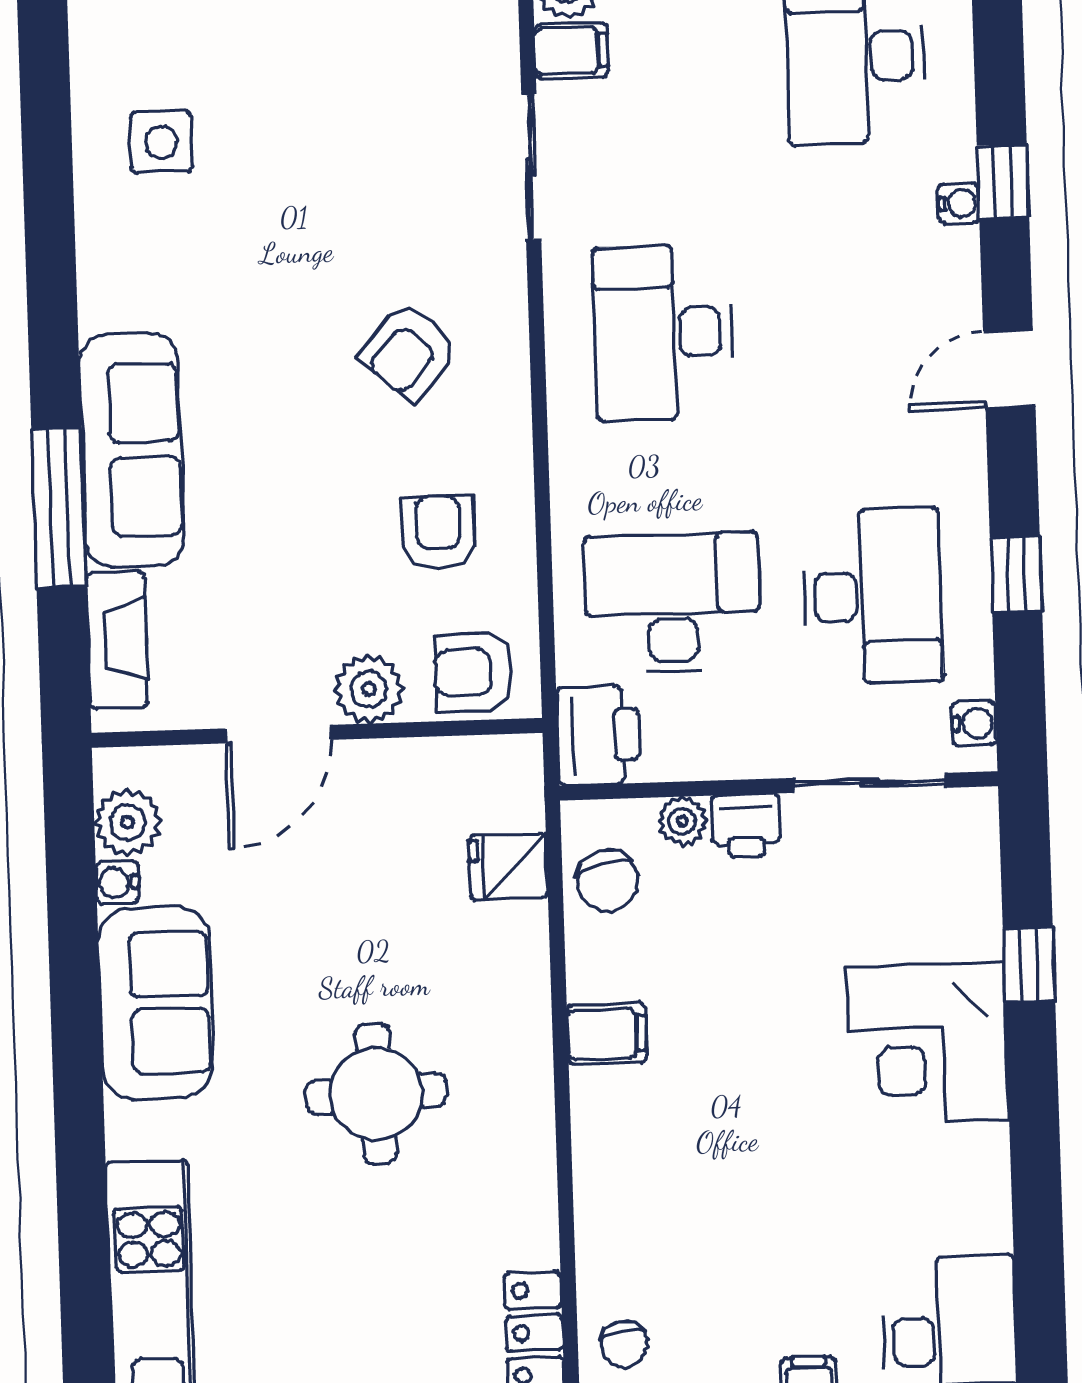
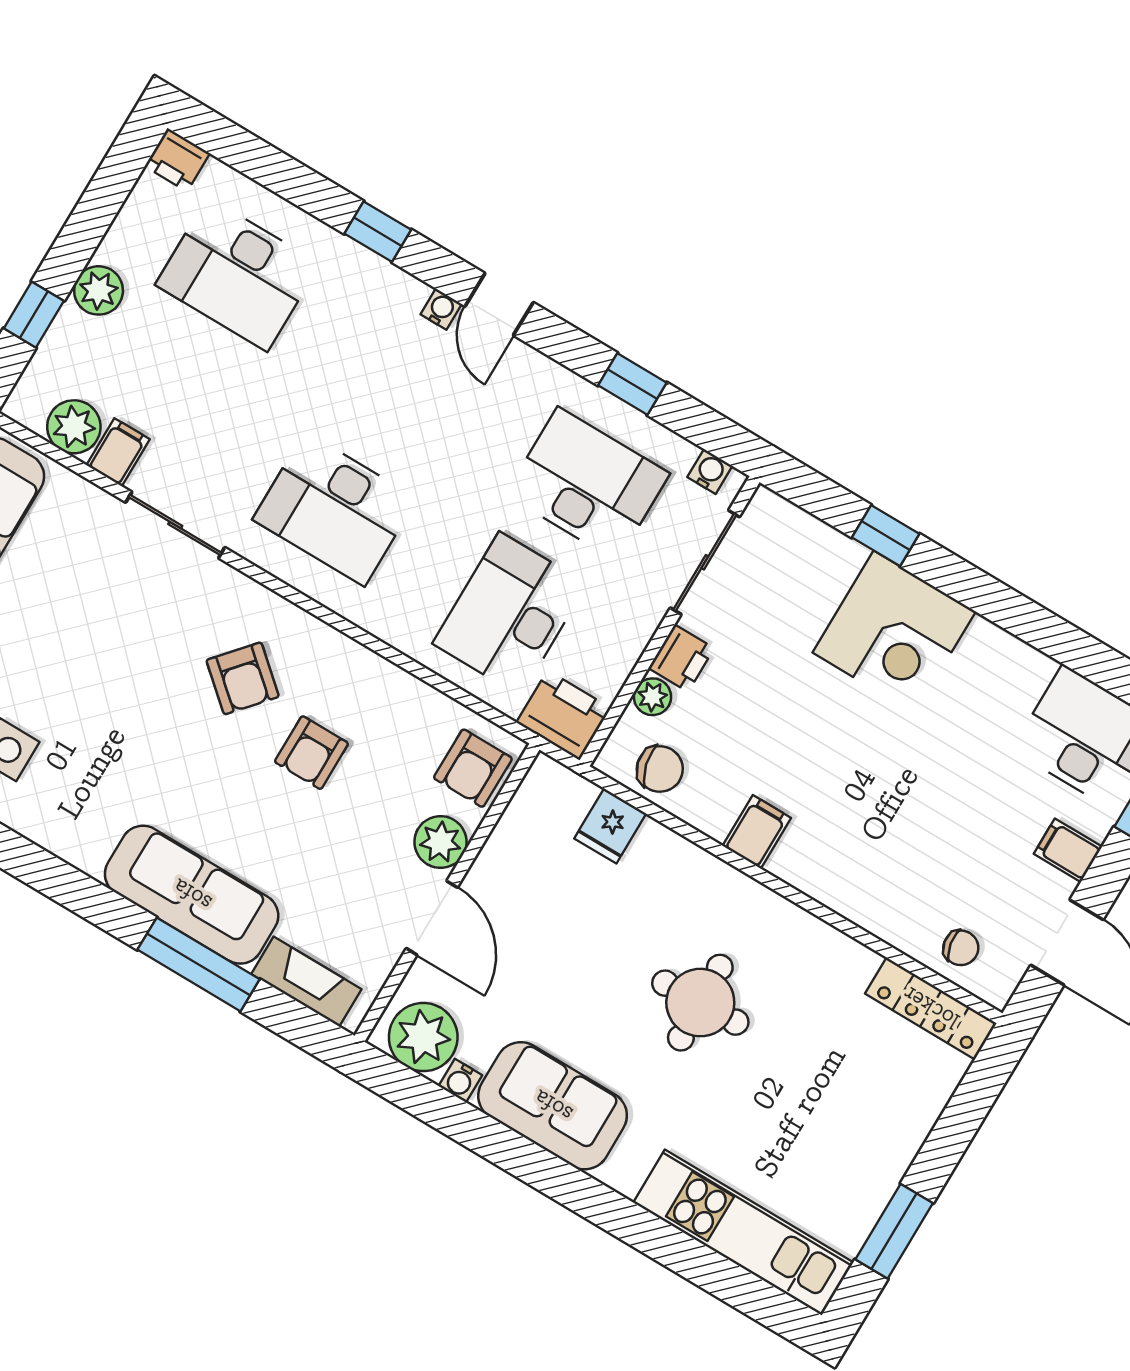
water cooler: (959, 203) -> (441, 309), moved
armchair: (438, 533) -> (311, 753), moved, turned -90
plant: (128, 822) -> (423, 1037), width x1.36, depth x1.36

